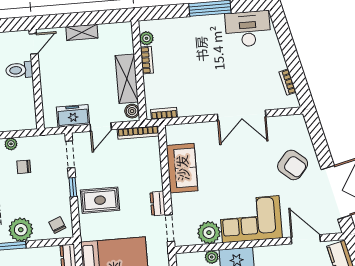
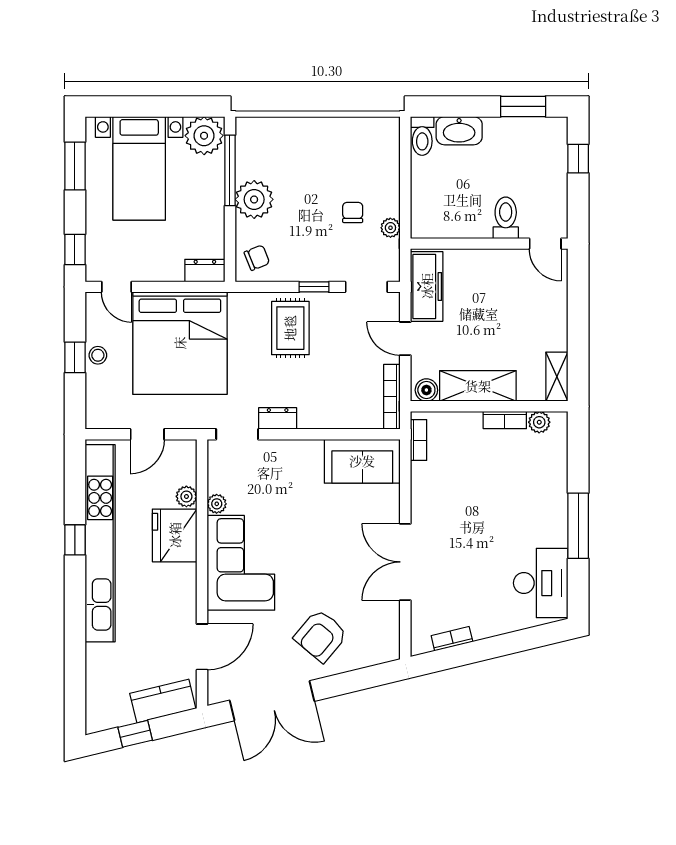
shelving: (82, 32) -> (557, 377), moved
freezer: (73, 116) -> (427, 286), width x1.40
plant: (11, 144) -> (390, 228), moved
sofa: (182, 168) -> (362, 461), moved
plant: (209, 233) -> (217, 504), width x0.53, depth x0.53

